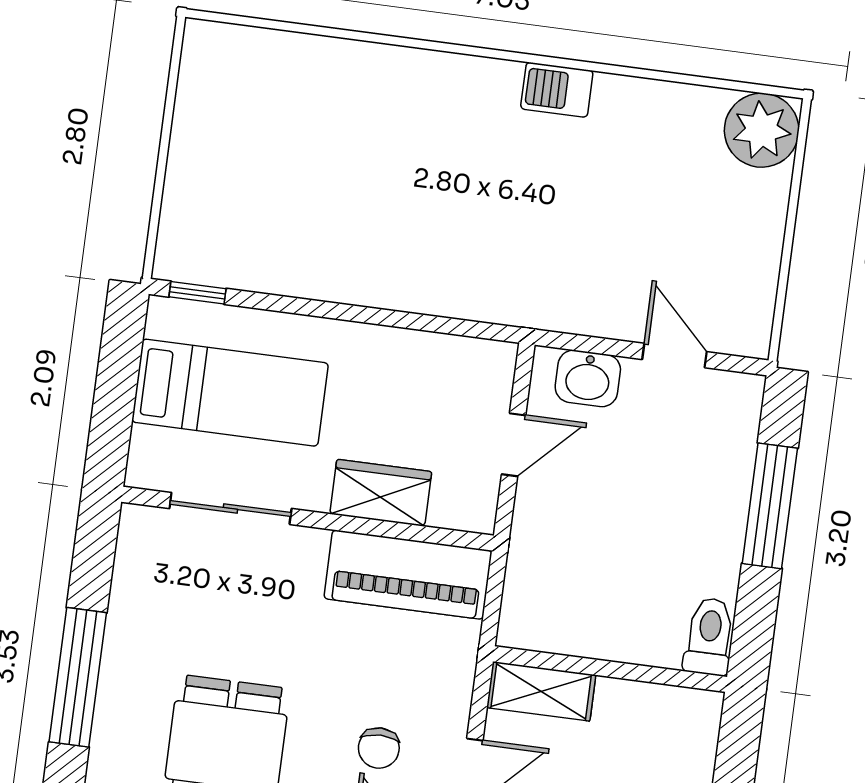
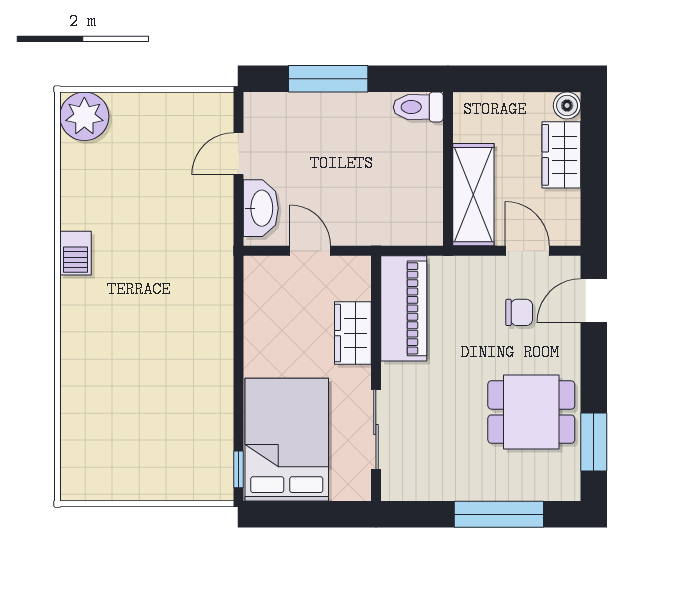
washbasin: (588, 378) -> (261, 208), width x1.38
bed: (230, 393) -> (287, 440), width x1.50
shelving: (541, 691) -> (473, 195), width x1.50, depth x1.33

